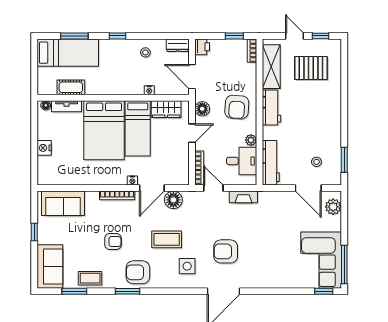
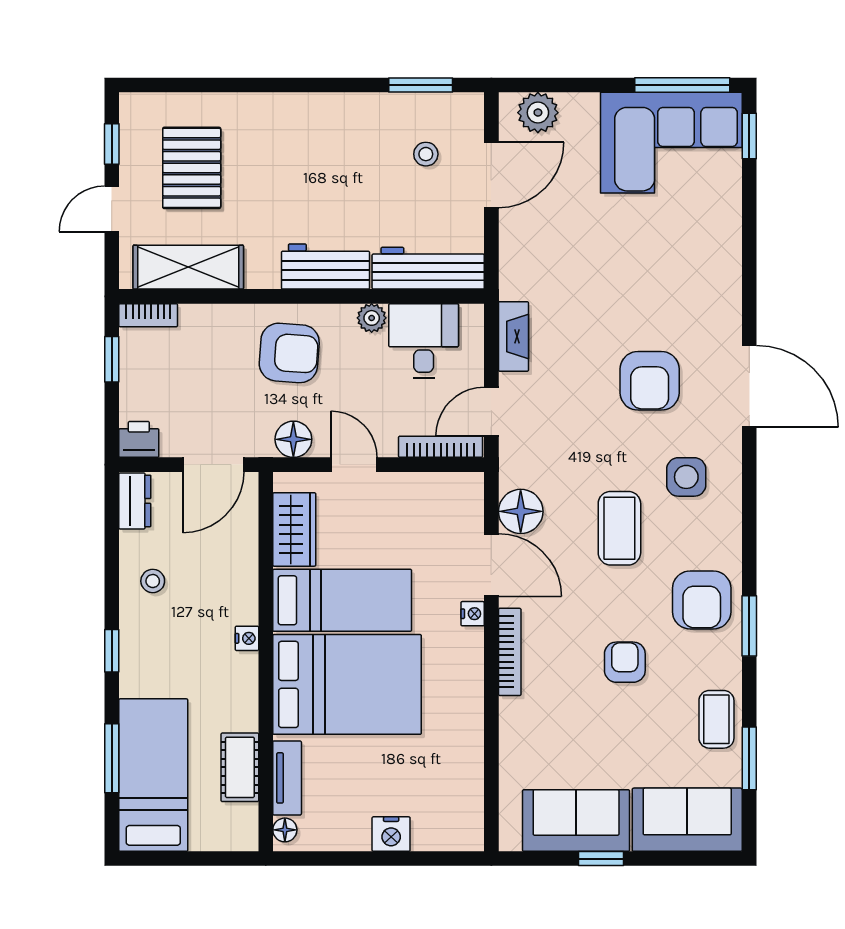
nightstand: (149, 90) -> (247, 638), moved
workbench: (271, 107) -> (325, 266), moved
sofa: (63, 203) -> (576, 821), moved, turned -90

